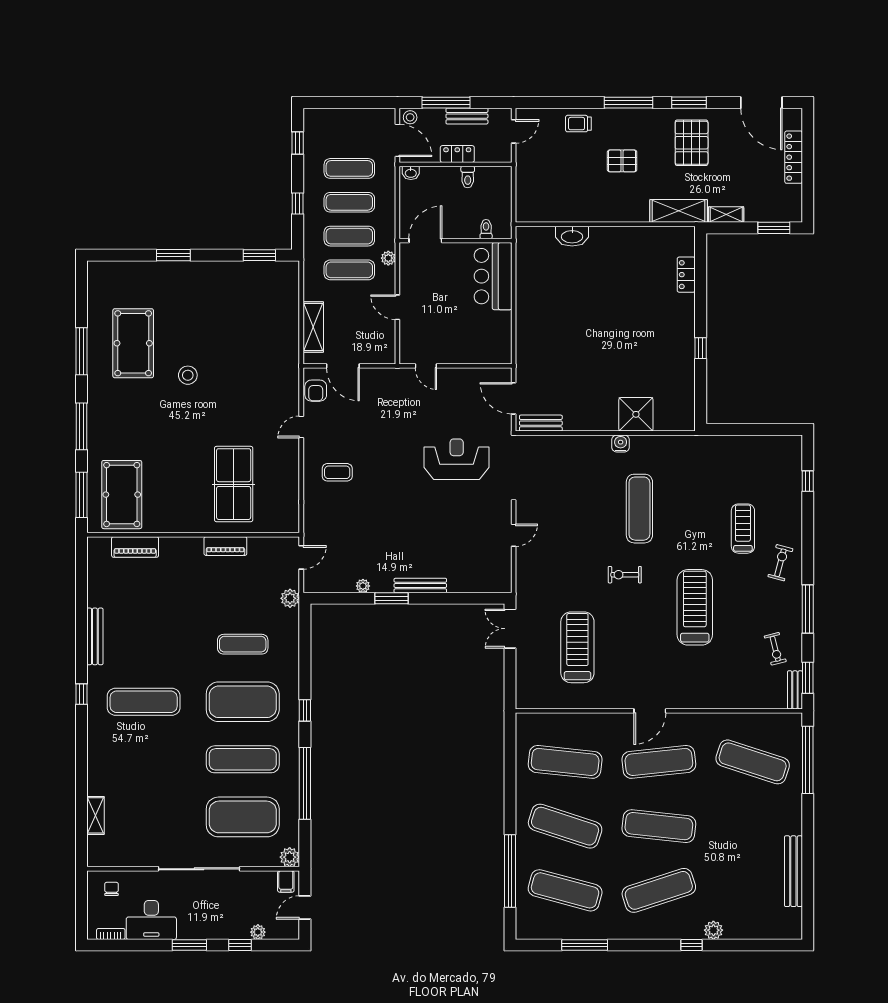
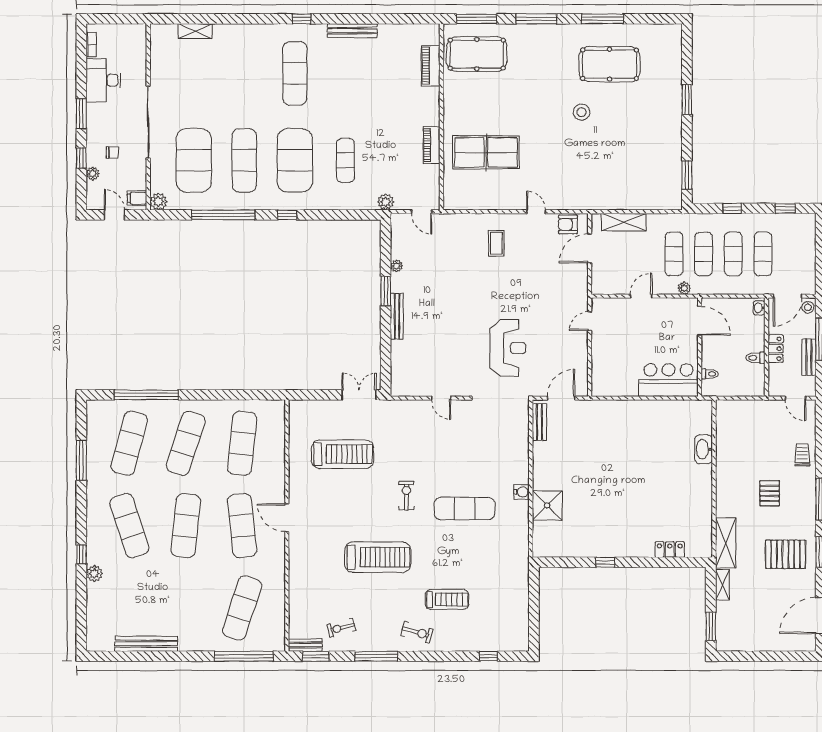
locker: (794, 157) -> (773, 644), removed
chair: (111, 889) -> (112, 152), moved

